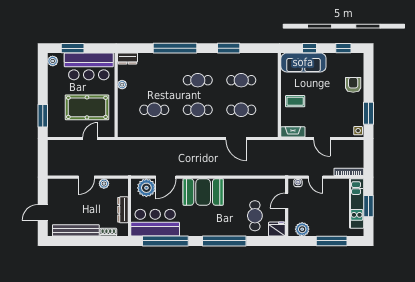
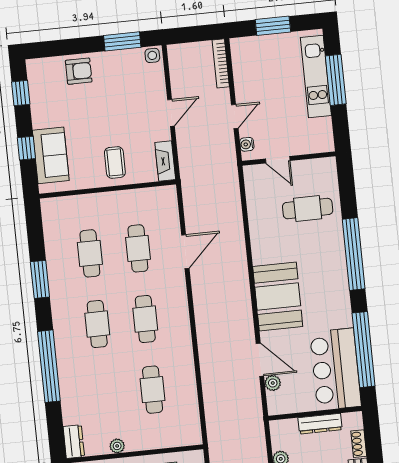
sofa: (303, 62) -> (51, 155), width x0.73
armchair: (353, 85) -> (79, 71), turned 180
plant: (146, 188) -> (273, 383), width x0.53, depth x0.53
kitchen unit: (357, 203) -> (316, 76), moved, turned 90
fridge: (277, 229) -> (325, 171), removed
plant: (302, 229) -> (321, 130), removed

